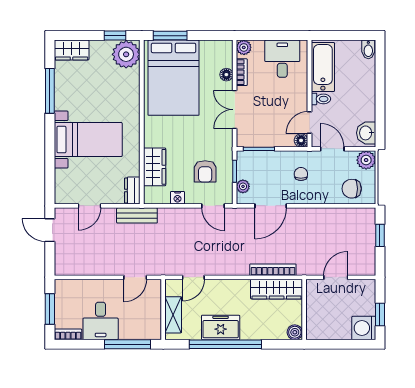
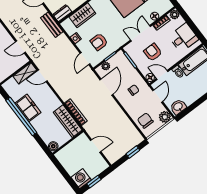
armchair: (271, 112) -> (153, 52), added
door: (271, 206) -> (106, 87), swing flipped
shelving: (173, 315) -> (25, 73), moved

